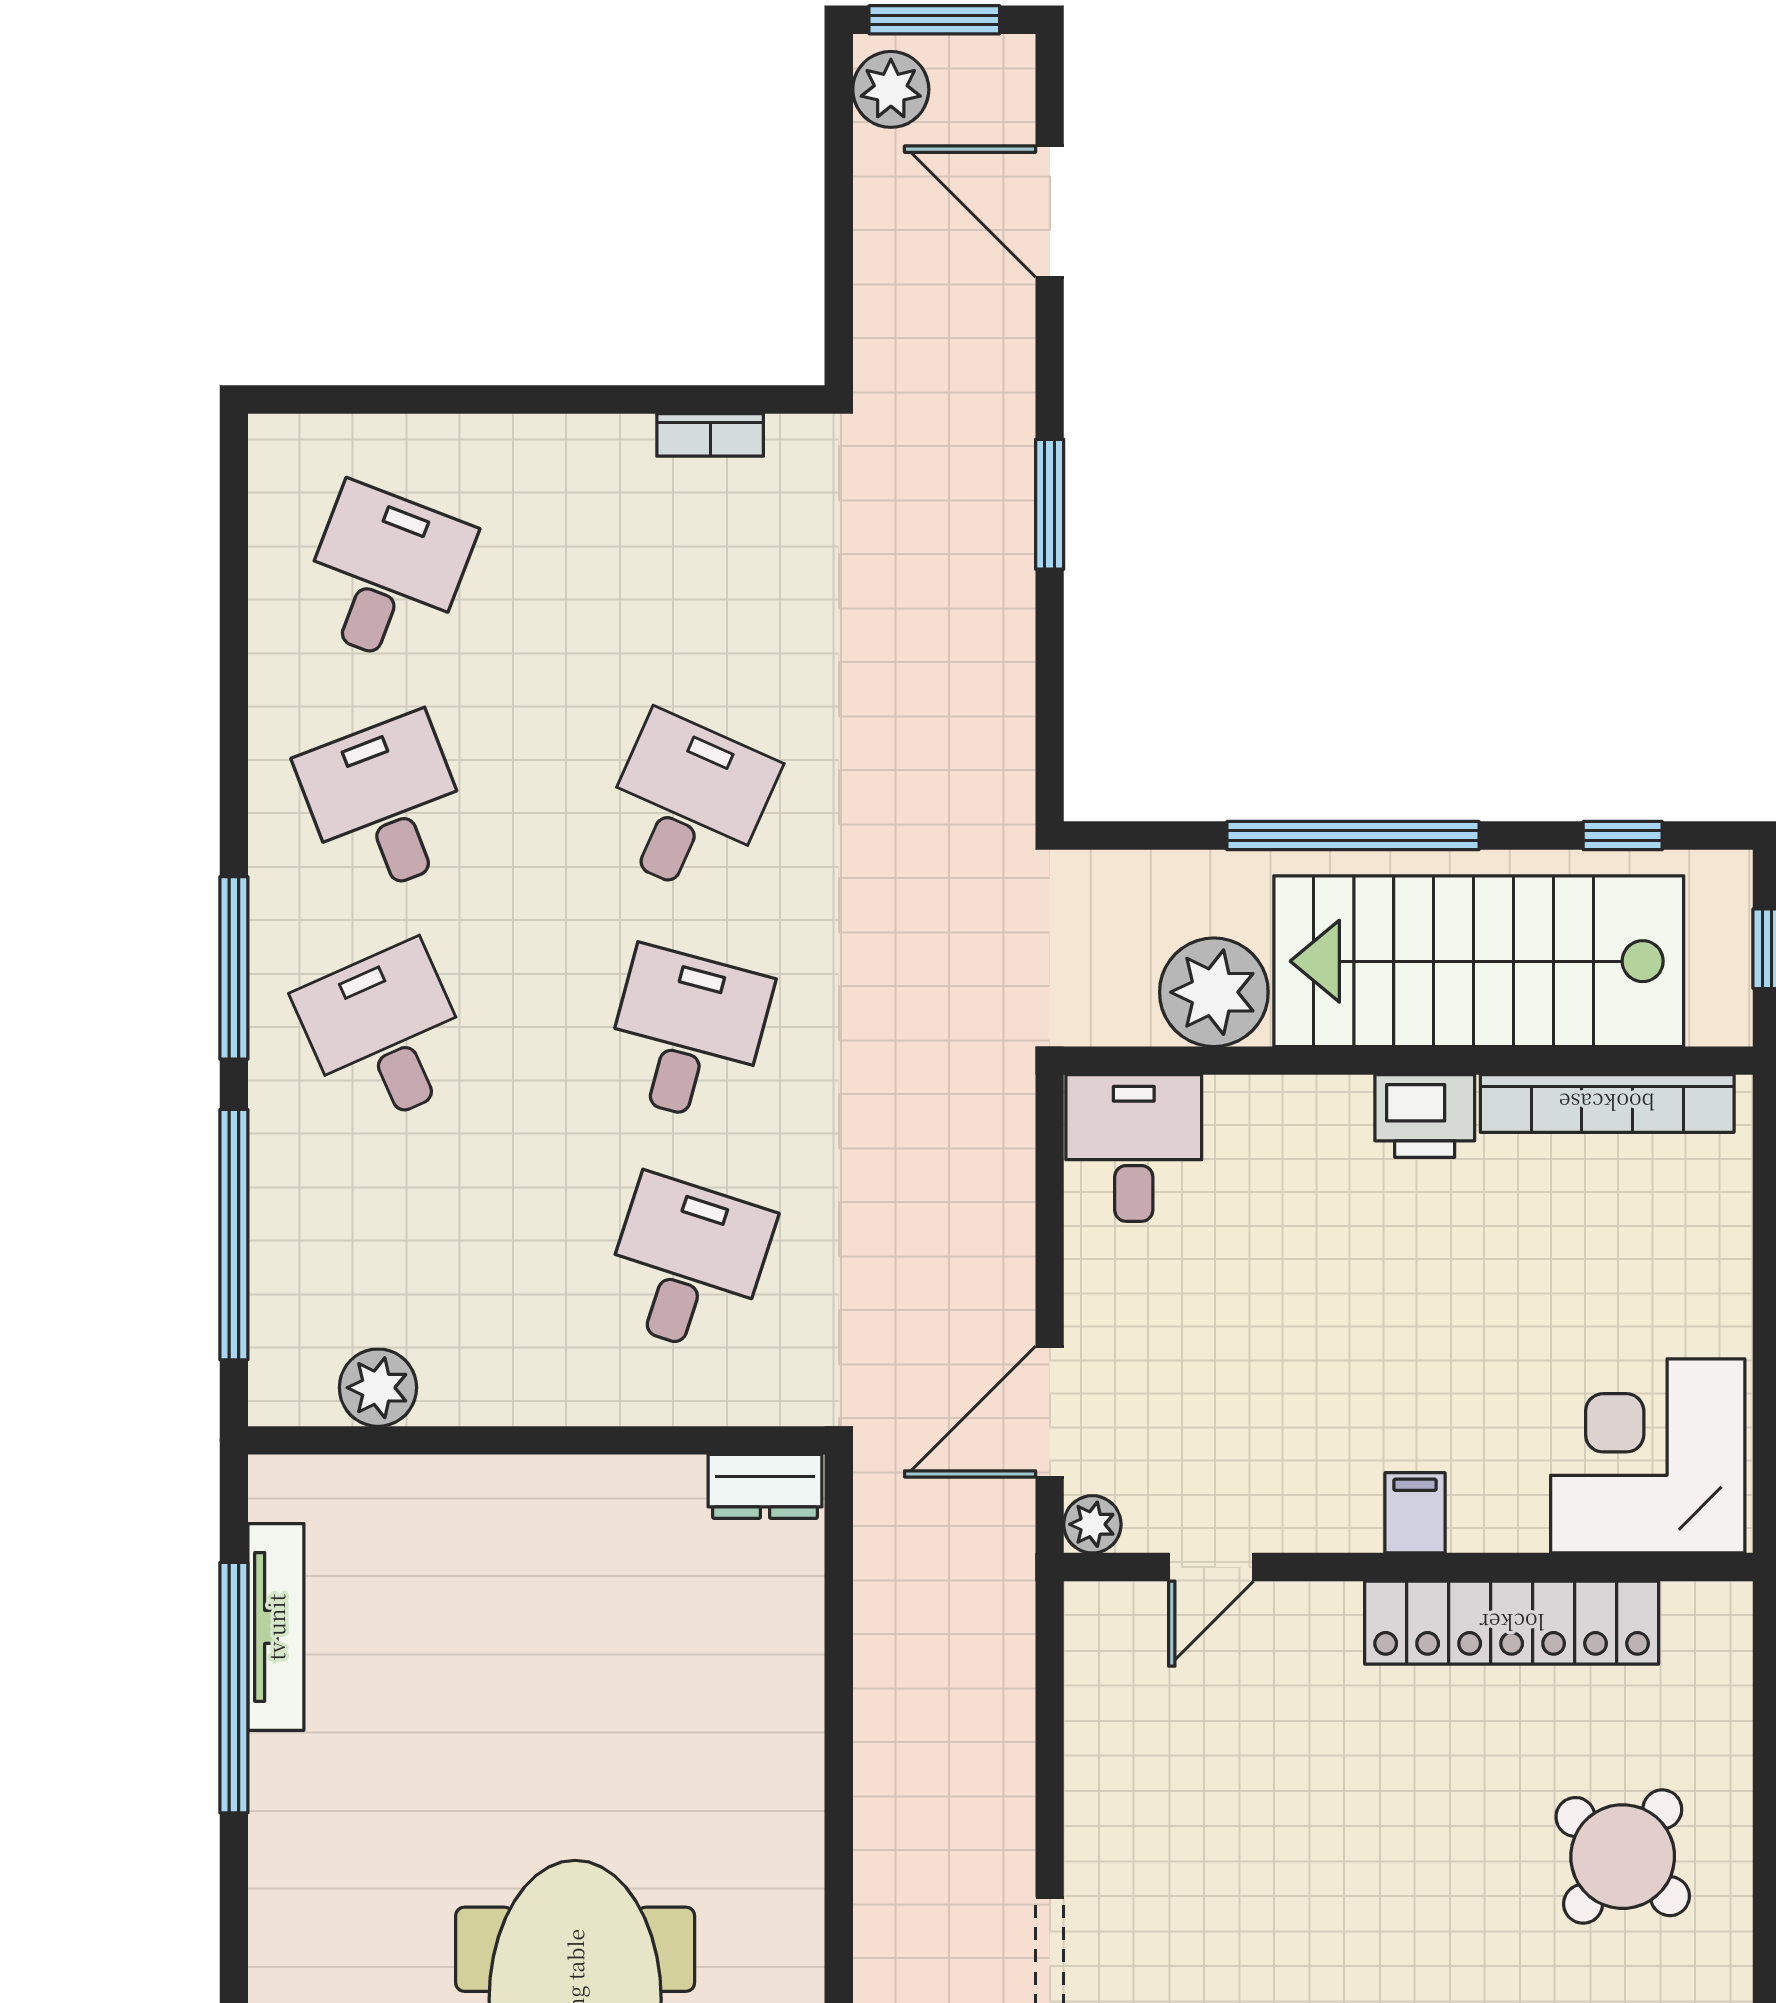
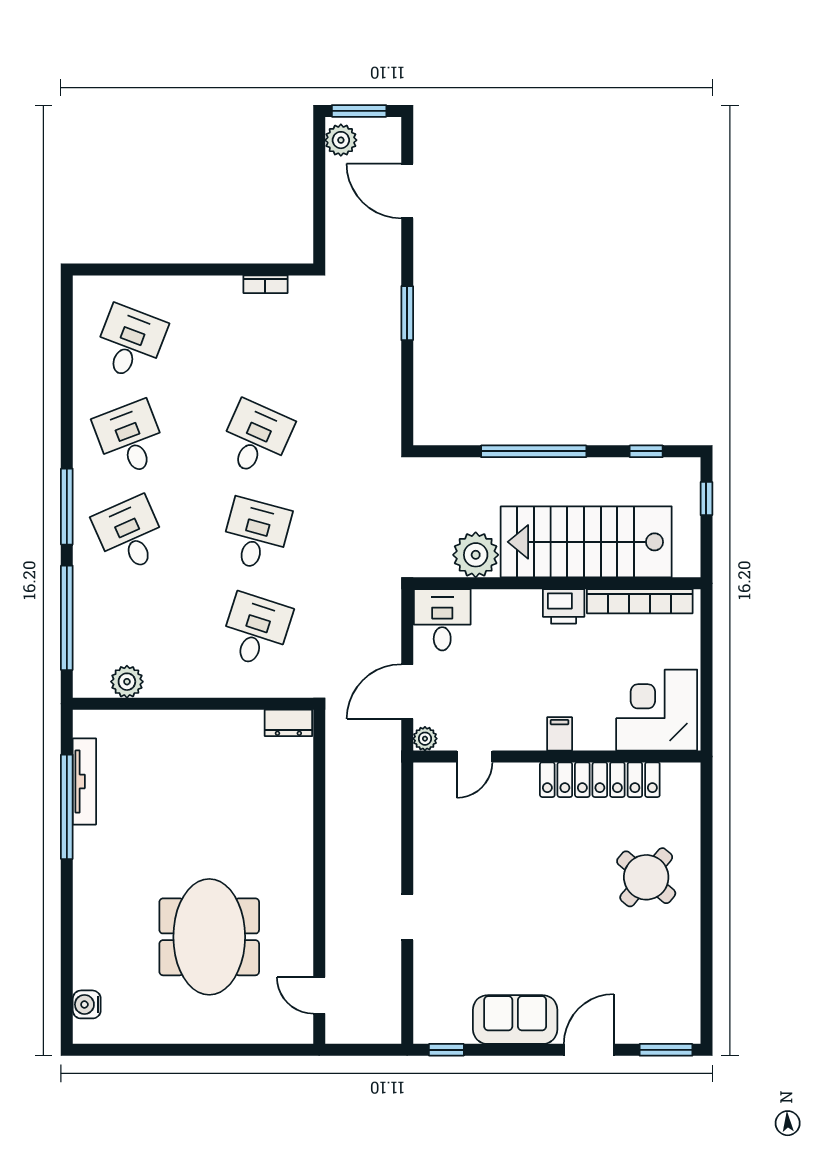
stairs: (1479, 961) -> (586, 542), moved
plant: (1214, 992) -> (476, 555), moved
wall: (1408, 1061) -> (557, 583), moved
bookcase: (1607, 1103) -> (640, 601), moved
printer: (1425, 1116) -> (564, 606), moved
desk: (1134, 1148) -> (442, 620), moved

